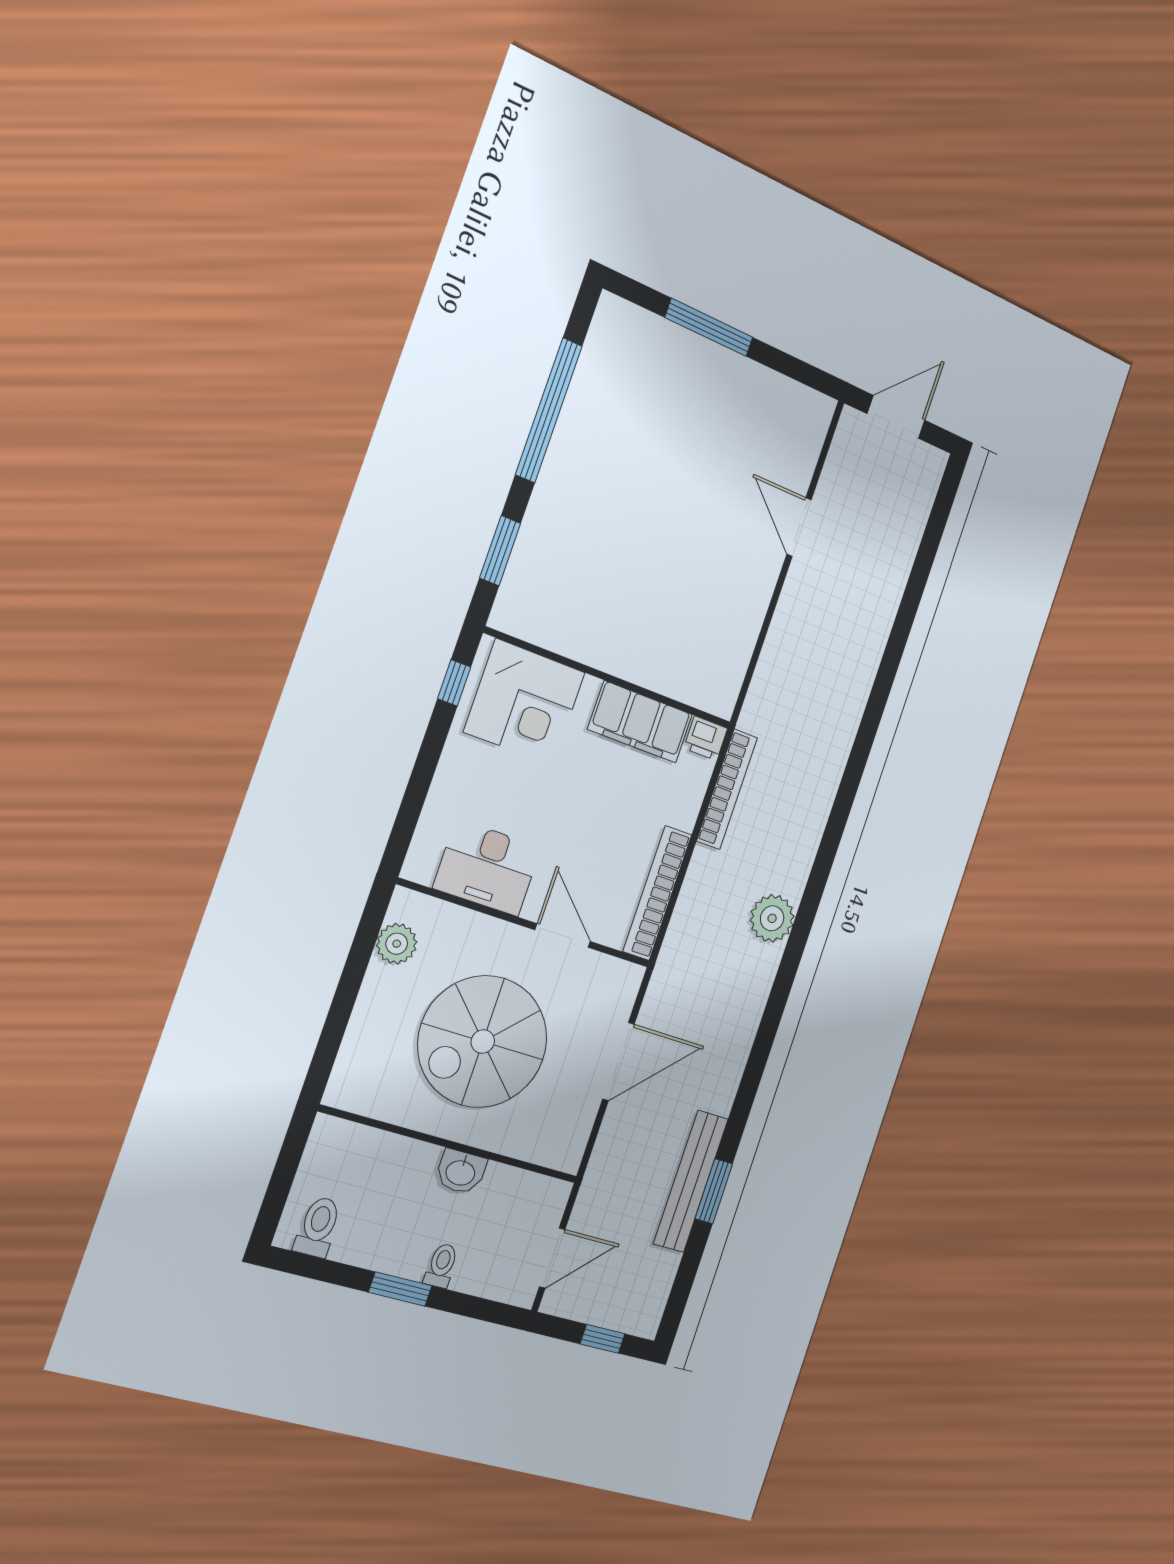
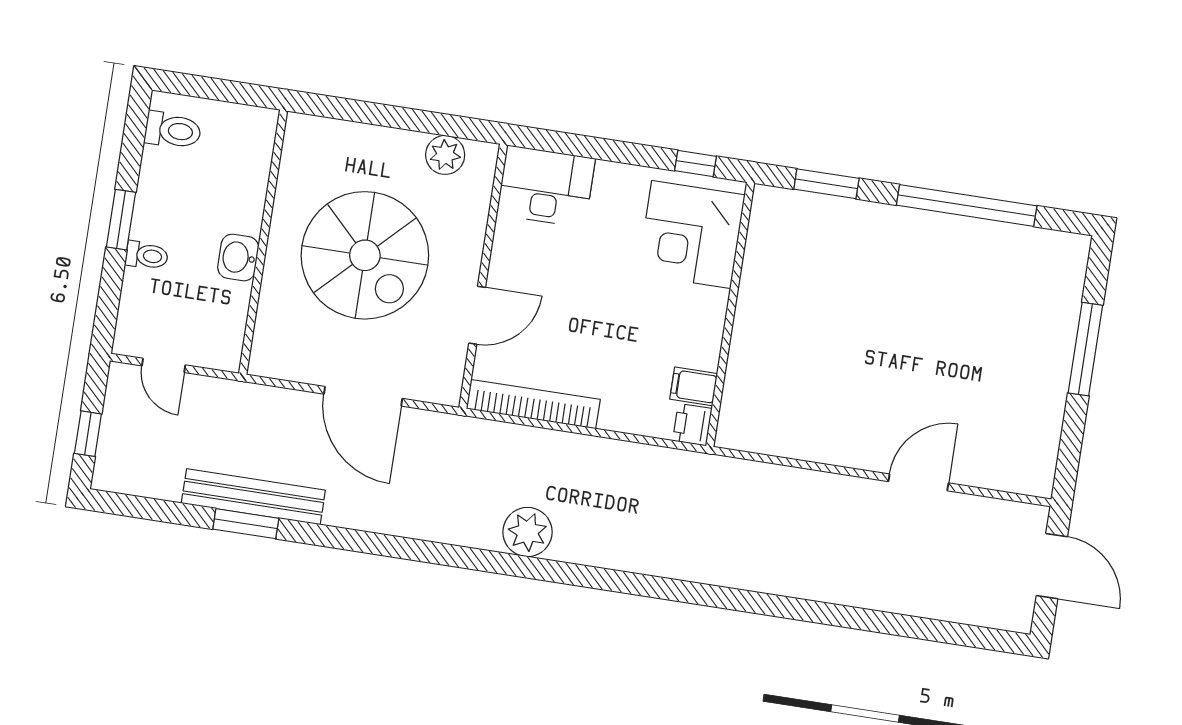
filing cabinet: (640, 722) -> (694, 386), width x0.33, depth x0.86
bookcase: (727, 789) -> (647, 457), removed
desk: (487, 868) -> (546, 186), moved, turned 90
spiral stairs: (483, 1042) -> (365, 255), turned 180
door: (552, 1258) -> (164, 365), width x0.73

